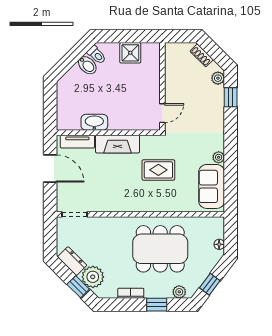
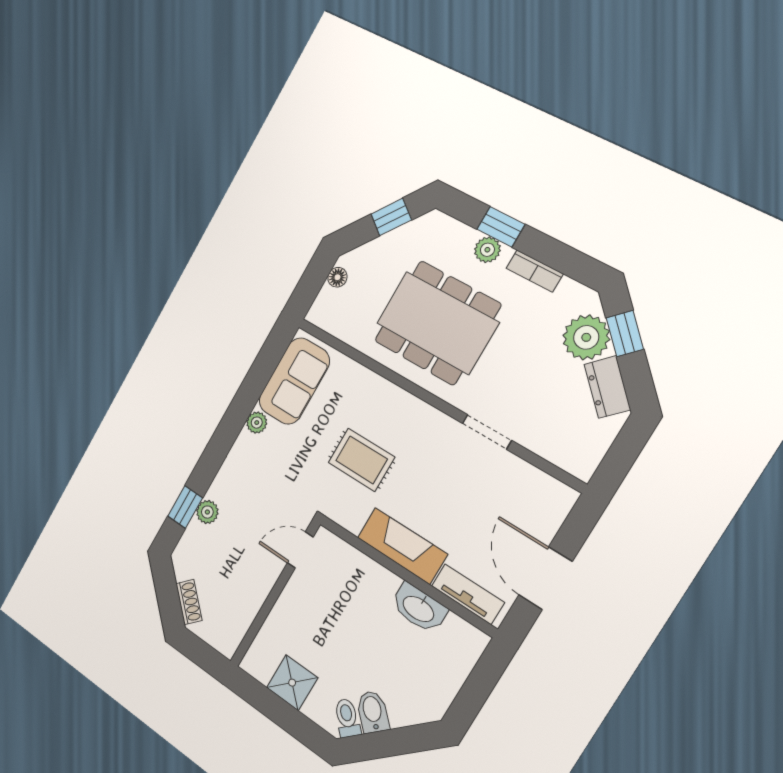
plant: (218, 78) -> (207, 512), moved
doorway: (74, 214) -> (487, 432), moved
plant: (179, 292) -> (487, 250), moved

